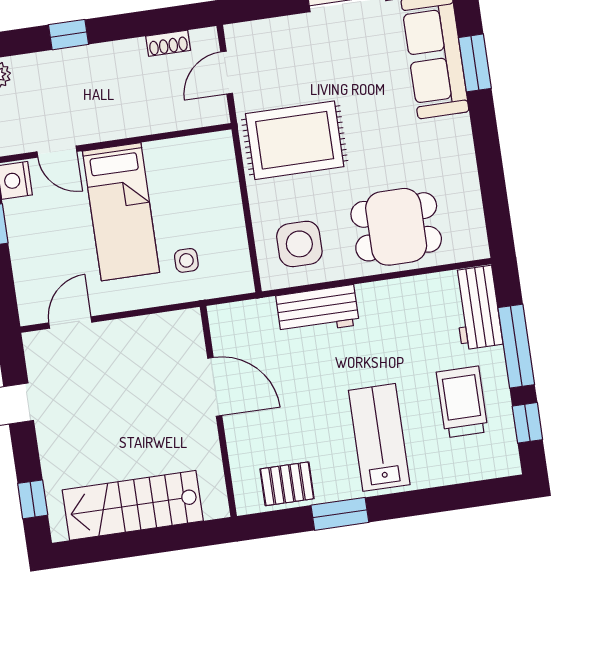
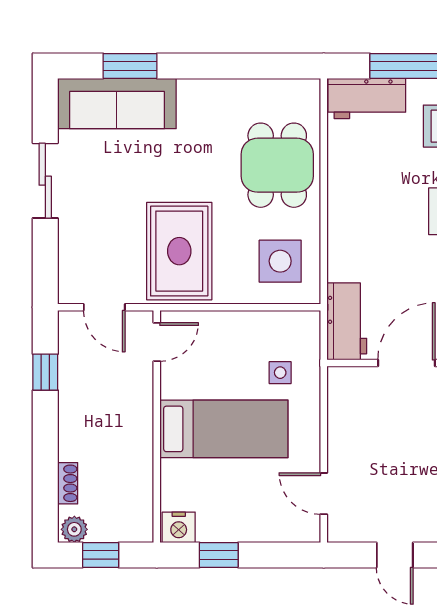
window: (69, 35) -> (45, 372), moved
shoe rack: (168, 43) -> (68, 483), moved
door: (57, 152) -> (157, 342), moved
workbench: (318, 310) -> (347, 321), moved

